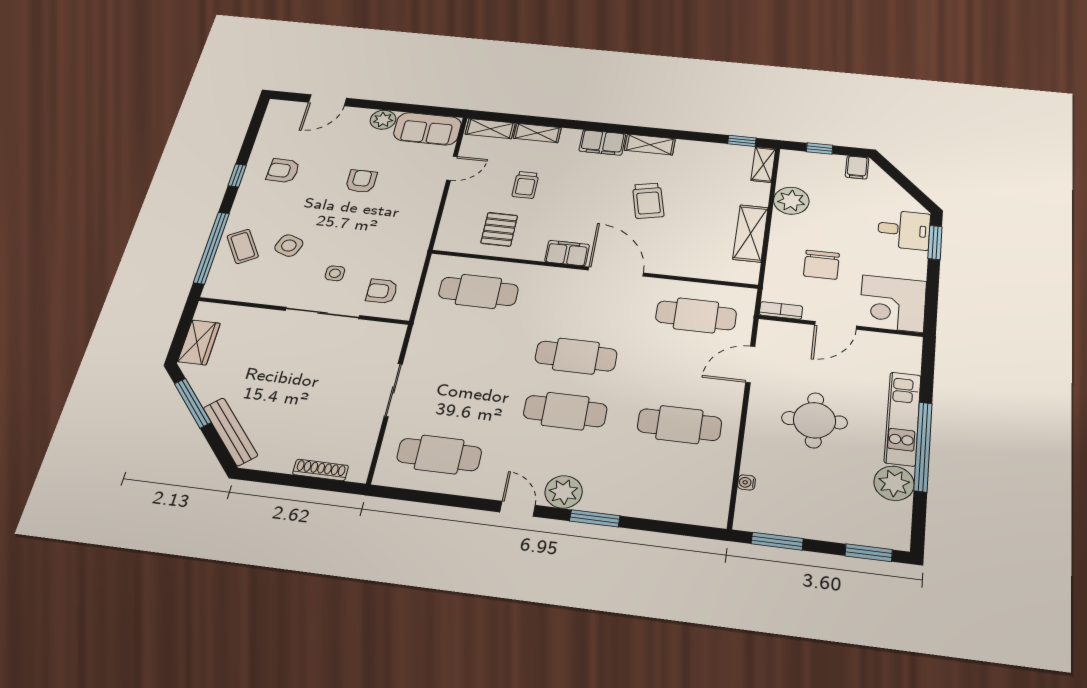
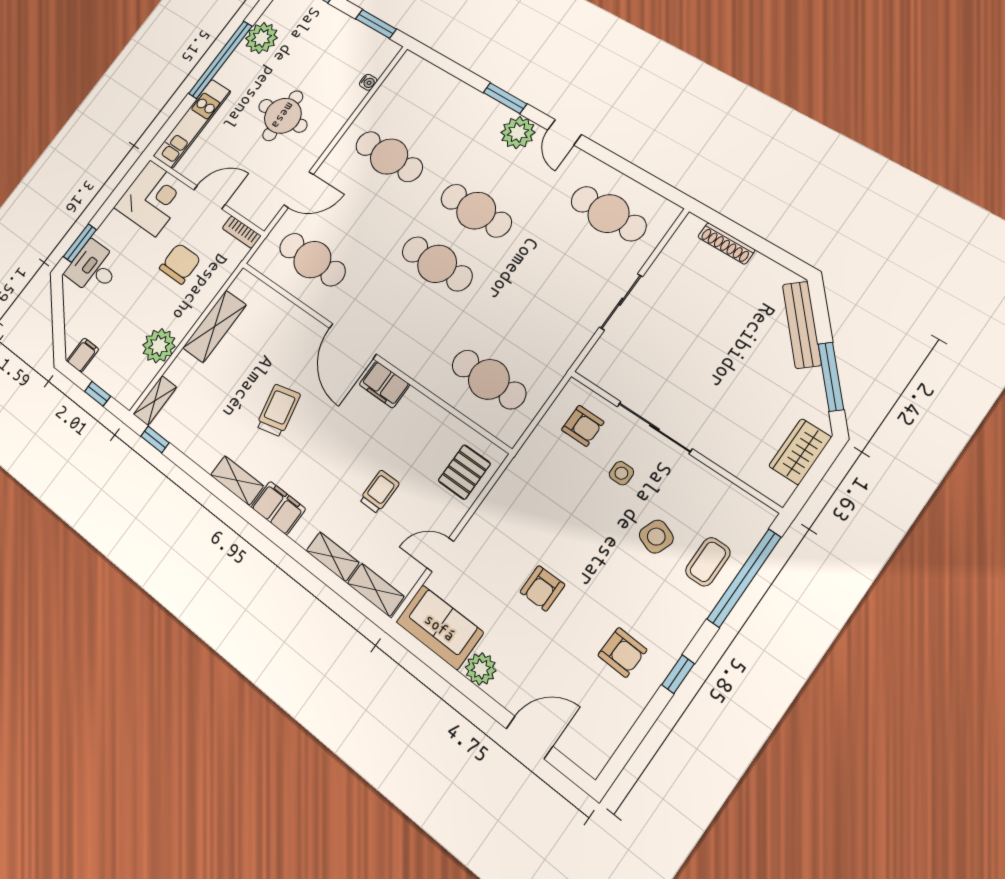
pallet: (499, 229) -> (464, 472), moved
coffee table: (243, 246) -> (708, 562), turned 30
kitchen unit: (903, 419) -> (192, 124), moved

